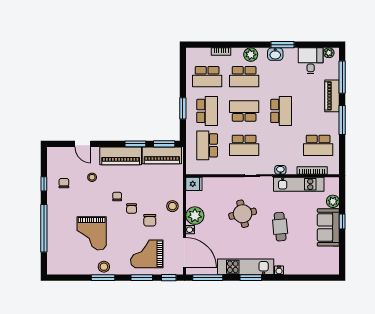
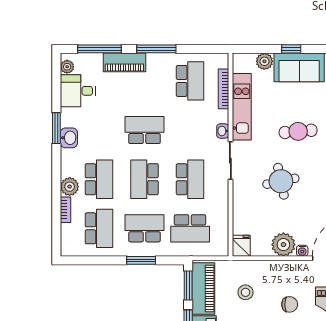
plant: (251, 55) -> (70, 187), moved
stool: (172, 206) -> (246, 292), moved

